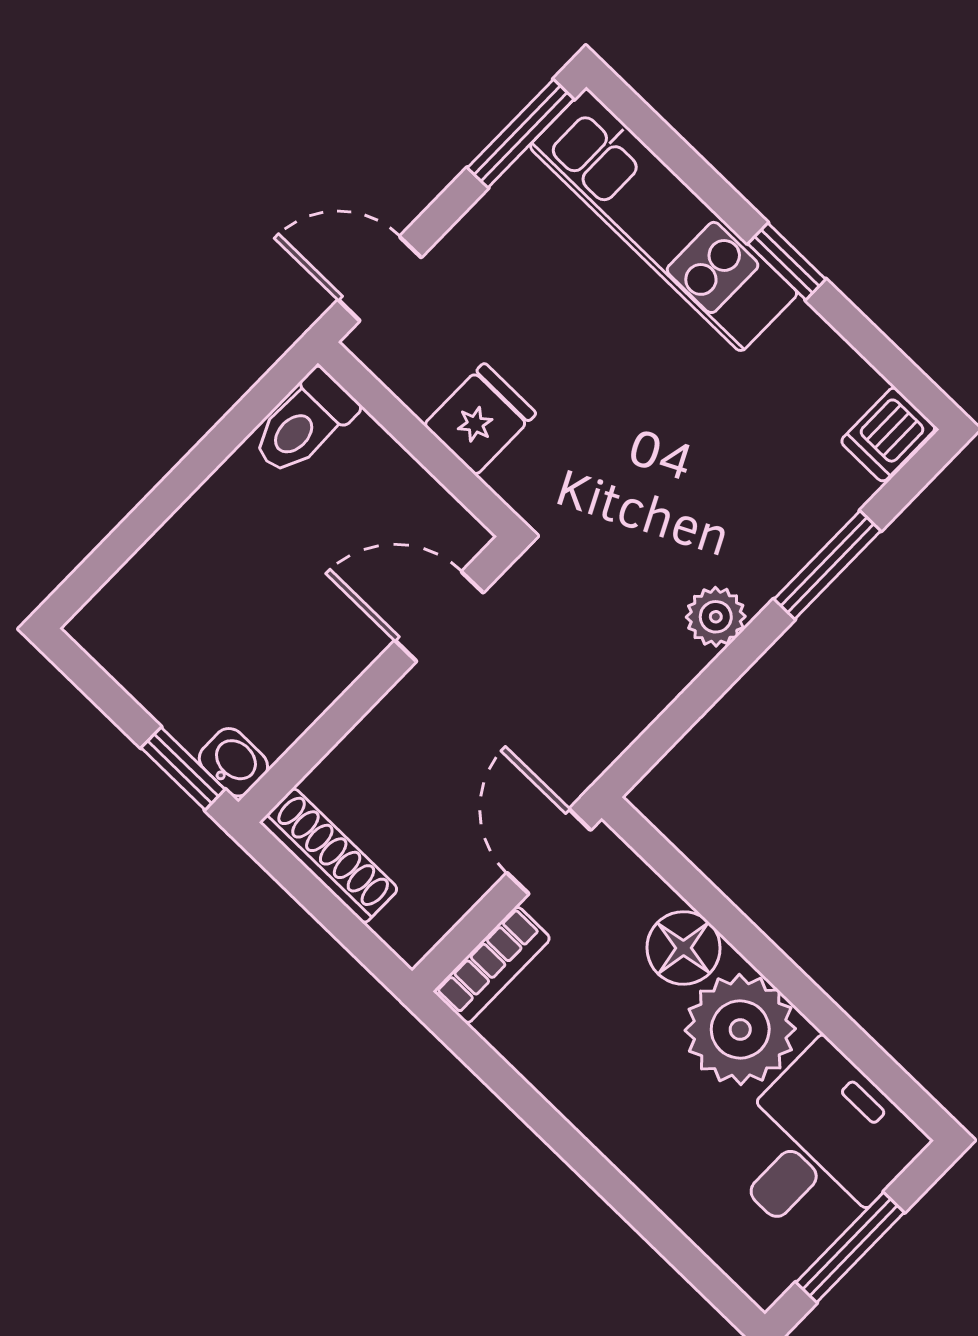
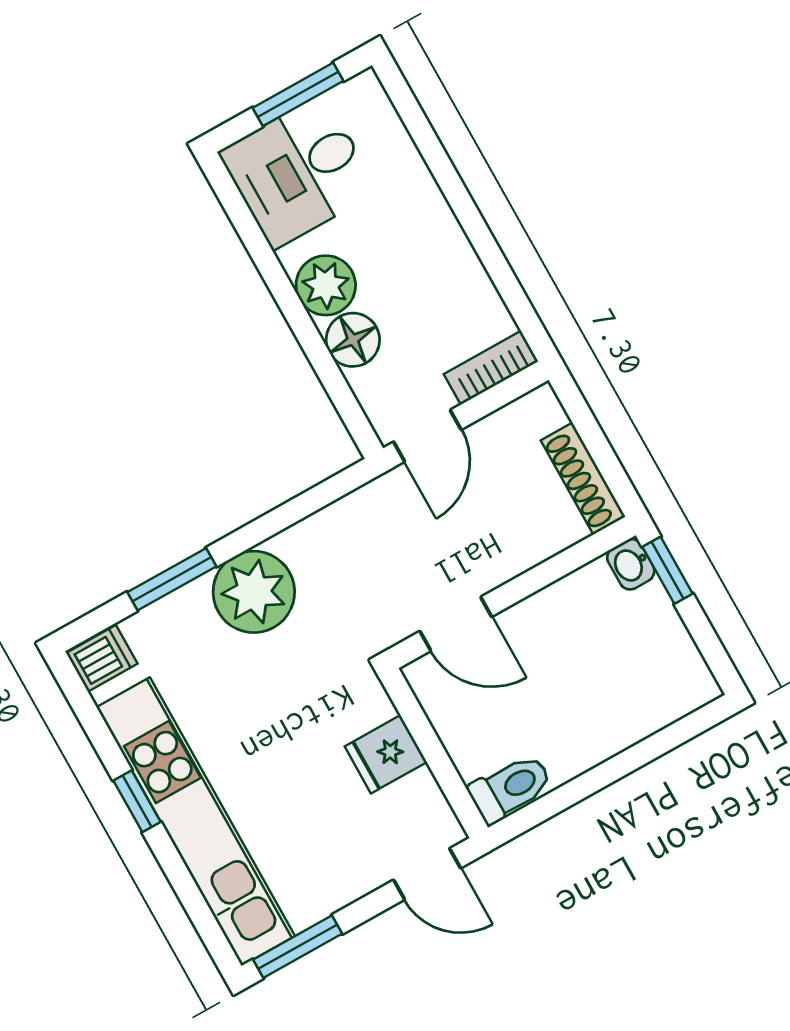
kitchen unit: (664, 220) -> (196, 822), width x1.36
plant: (716, 617) -> (254, 592), width x1.87, depth x1.87
plant: (740, 1029) -> (326, 285), width x0.73, depth x0.73

